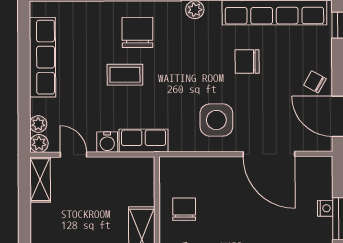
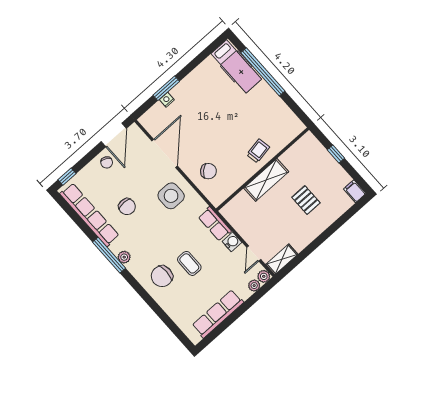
chair: (184, 209) -> (208, 171), moved, turned -133

